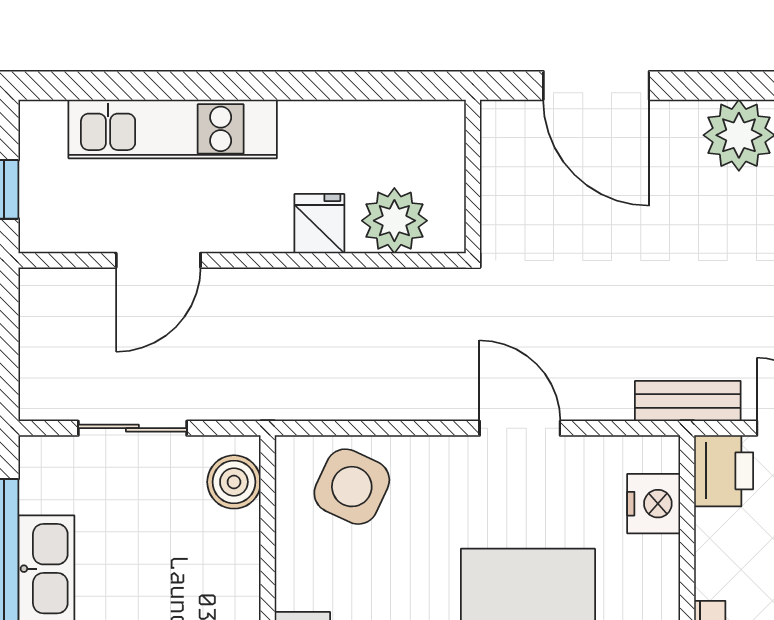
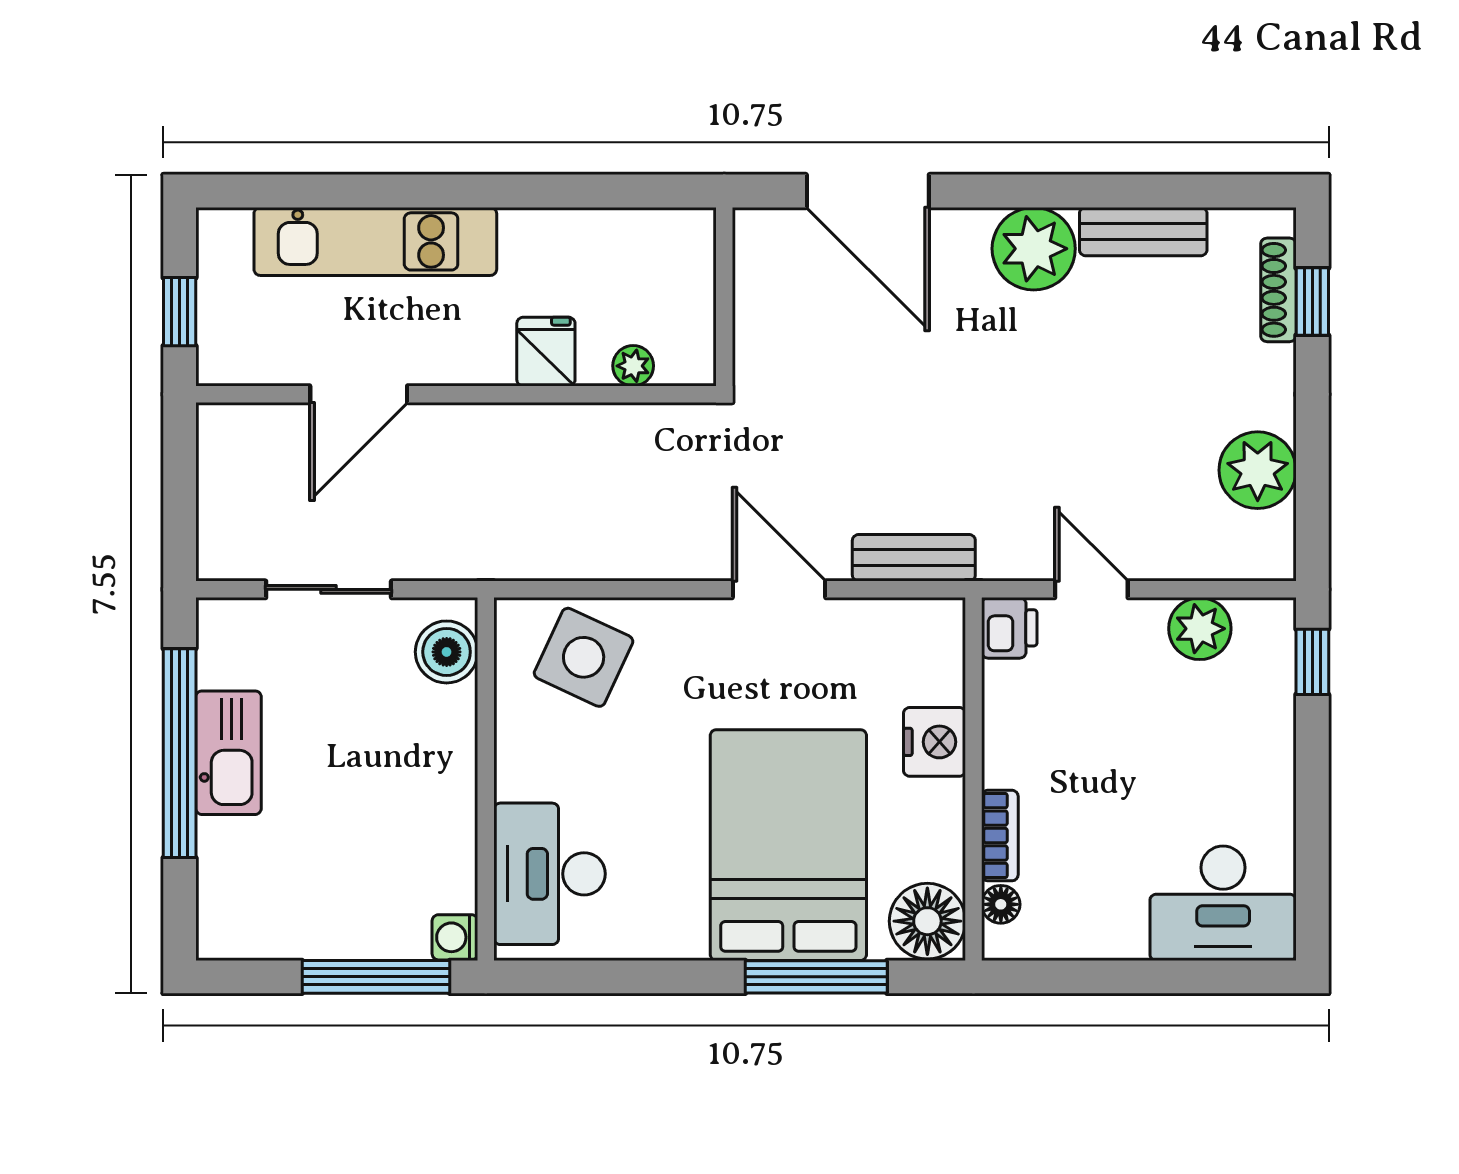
plant: (394, 221) -> (633, 366), width x0.53, depth x0.53
bench: (688, 401) -> (914, 558), moved
printer: (724, 471) -> (1009, 628), width x0.73, depth x0.81
nightstand: (654, 504) -> (934, 742), moved

